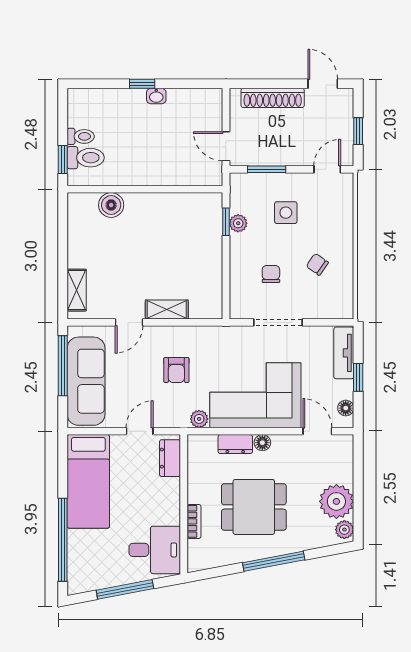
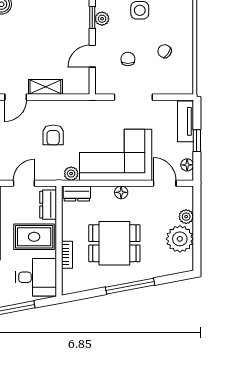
door: (226, 271) -> (92, 56), added
dresser: (235, 444) -> (77, 193), moved
rug: (152, 499) -> (34, 237), added
plant: (344, 530) -> (186, 217), moved

